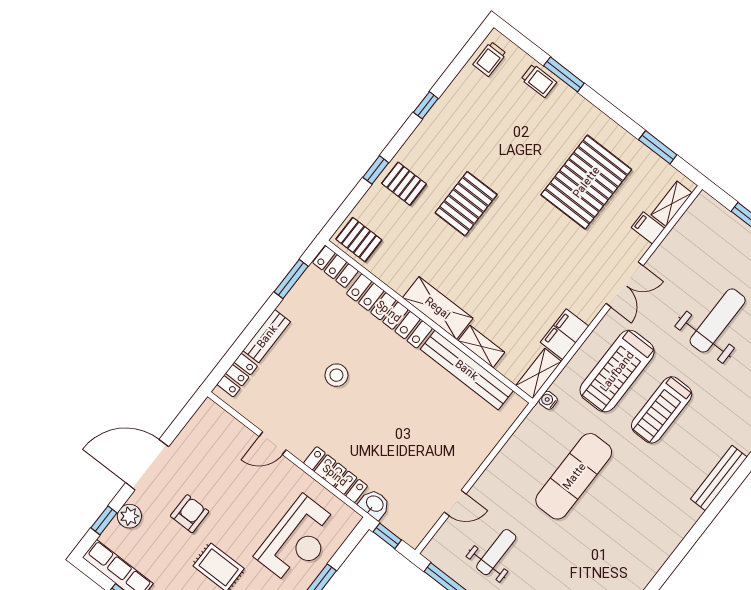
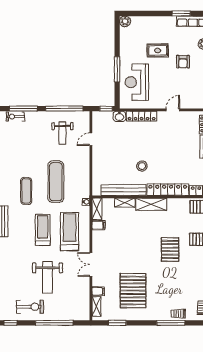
window: (564, 74) -> (171, 323), width x1.44
filing cabinet: (565, 334) -> (99, 225), width x0.50
stool: (336, 375) -> (142, 166), moved
exercise mat: (638, 500) -> (26, 191), added

